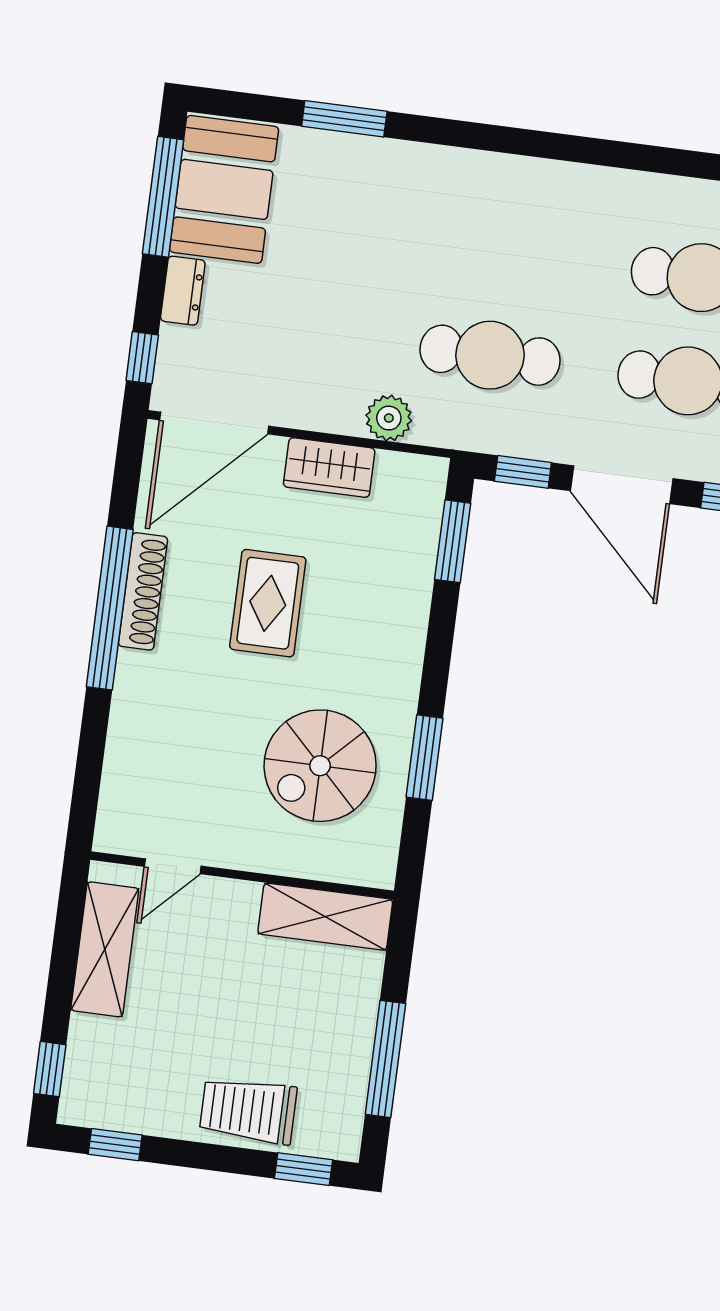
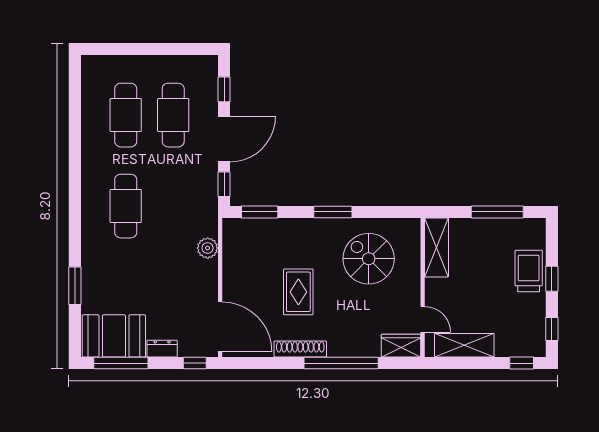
cafe table: (490, 355) -> (126, 206), moved
wardrobe: (329, 468) -> (401, 346), moved, turned -90
rug: (268, 603) -> (298, 292), turned 90
window: (110, 608) -> (341, 363), moved
window: (425, 758) -> (333, 212), moved
spiral stairs: (320, 766) -> (369, 259), turned 180
trolley: (248, 1110) -> (529, 271), turned 180
window: (303, 1169) -> (552, 279), moved

